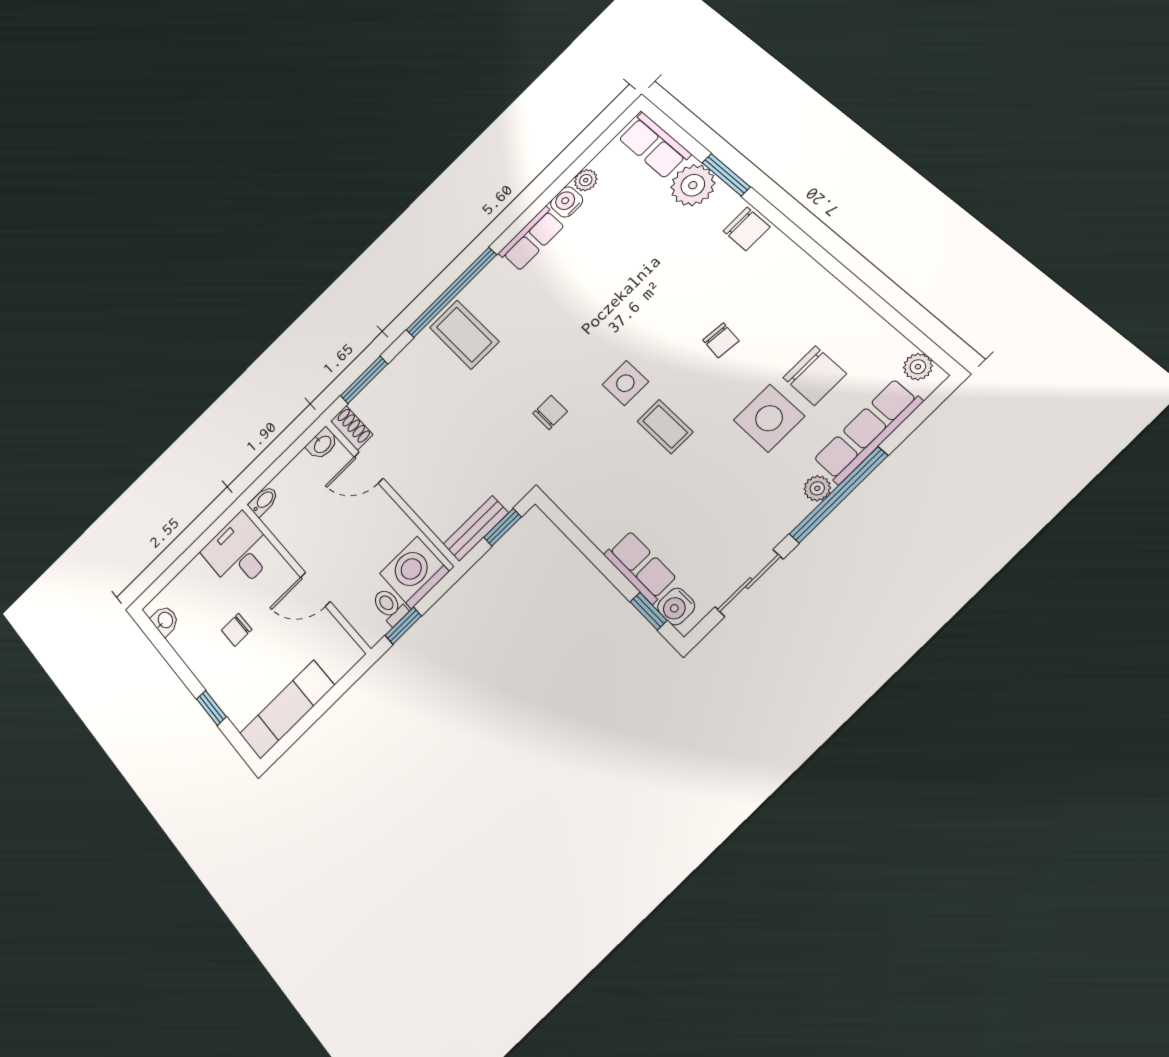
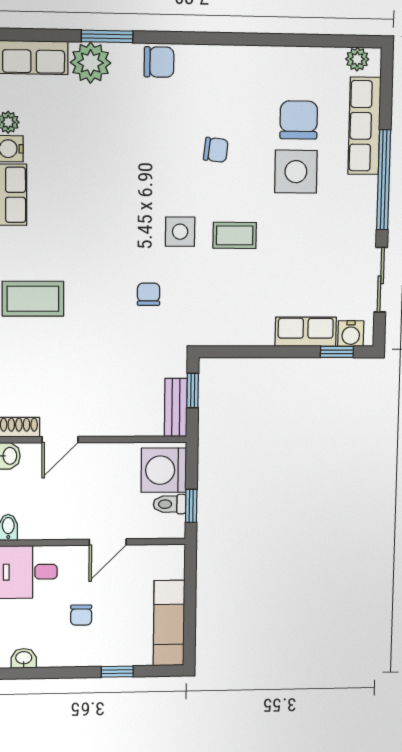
chair: (815, 376) -> (299, 120), turned -90
plant: (817, 488) -> (367, 188), removed

